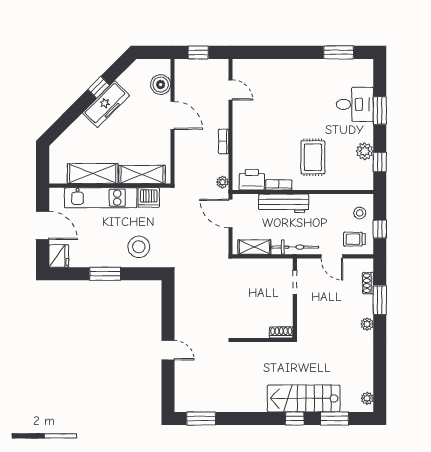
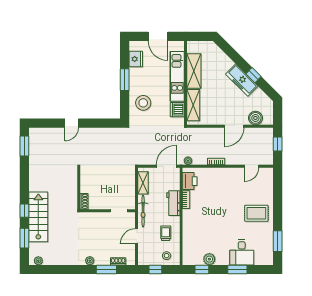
rug: (313, 157) -> (256, 213), moved
workbench: (284, 203) -> (173, 203), width x0.73
door: (43, 225) -> (158, 36), hinge flipped
trolley: (354, 239) -> (166, 233), moved
fridge: (59, 256) -> (136, 59), moved, turned -90

